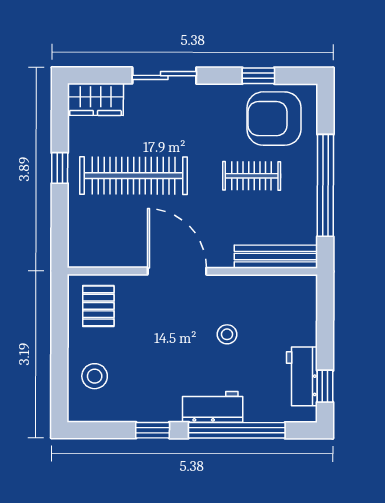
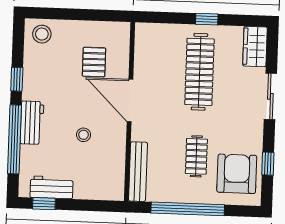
door: (177, 271) -> (130, 101), swing flipped
pallet: (98, 306) -> (94, 62), moved, turned 90
stool: (95, 376) -> (42, 34), moved

